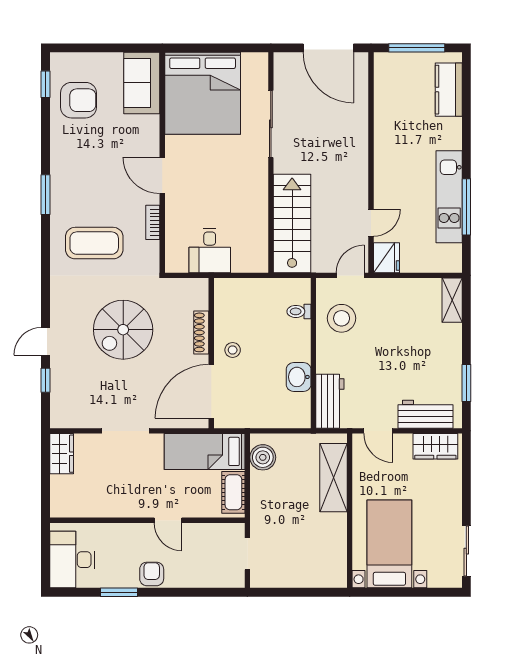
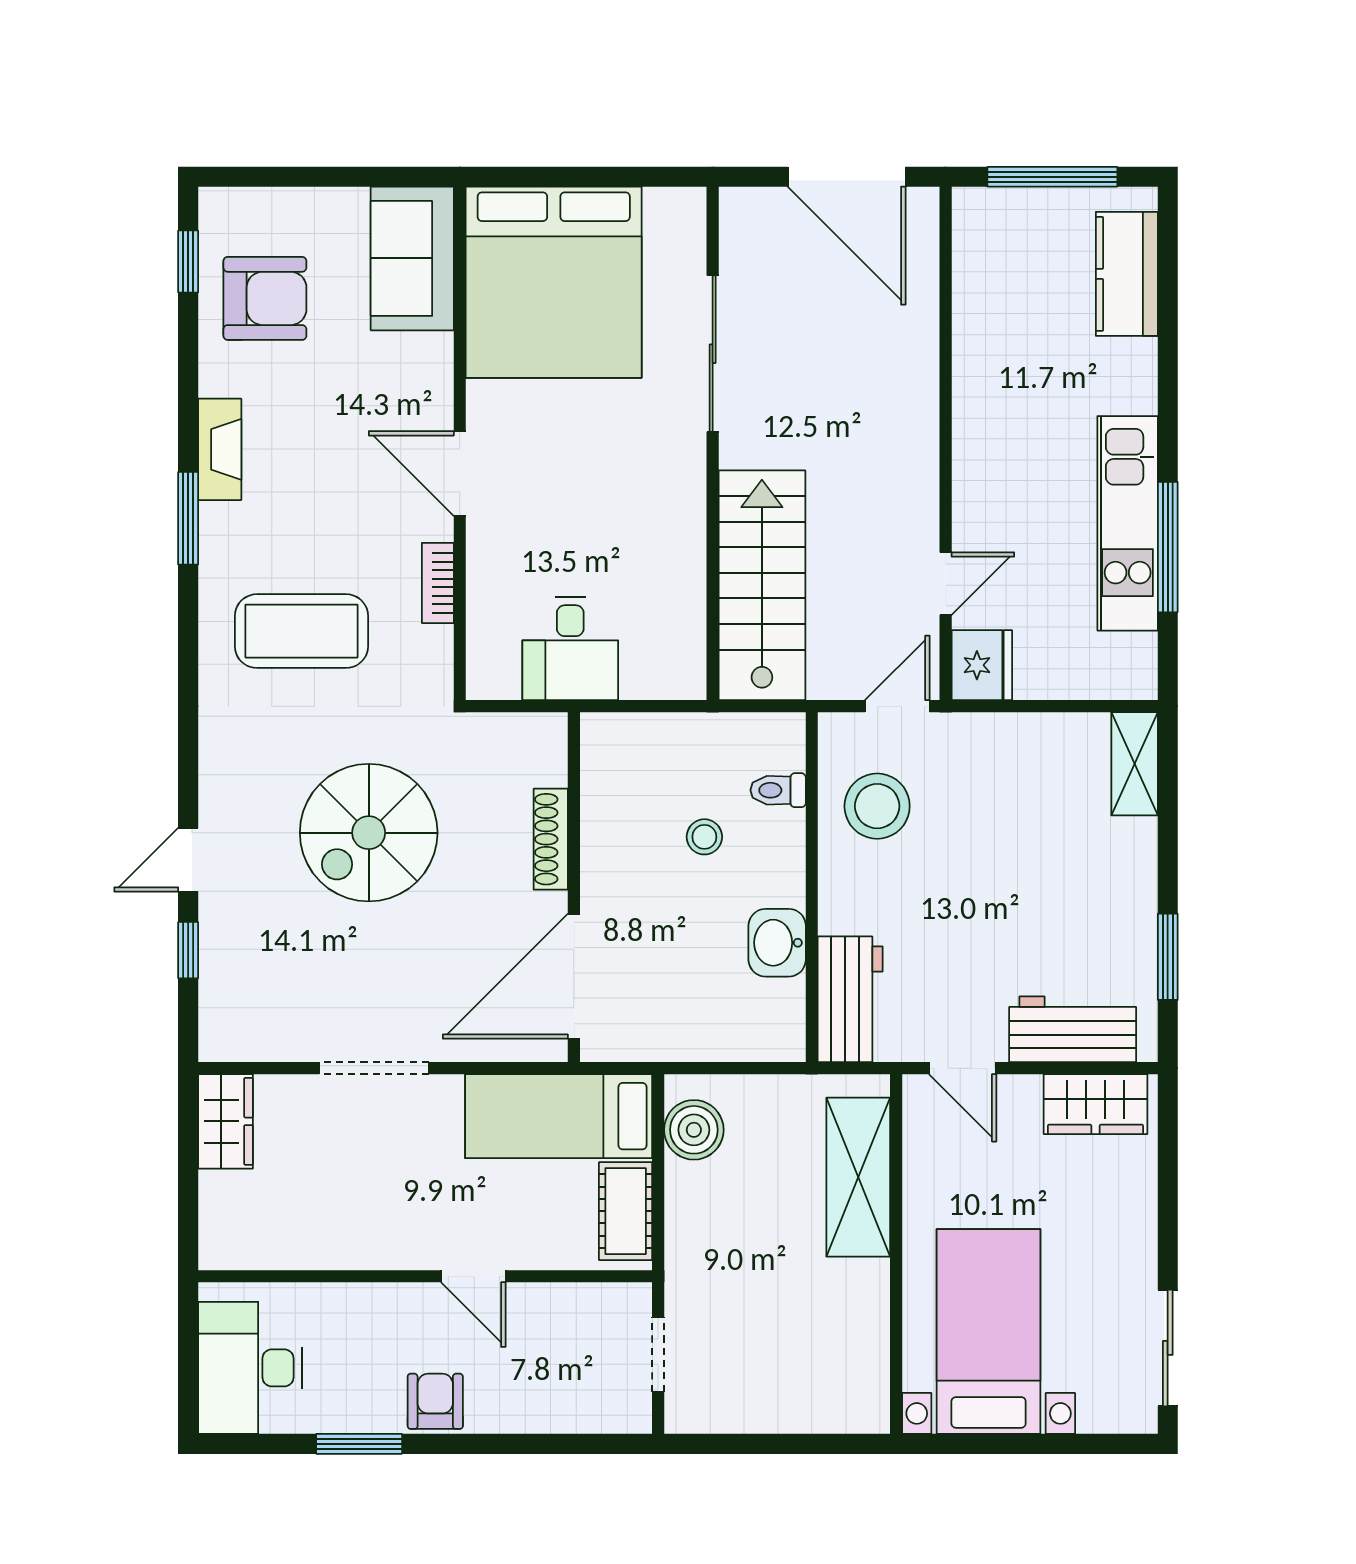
fireplace: (59, 165) -> (220, 449), added
stool: (233, 350) -> (704, 837), moved

